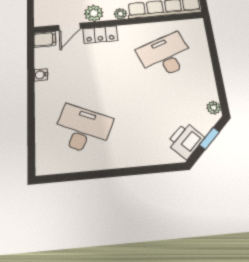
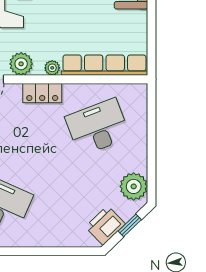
locker: (100, 35) -> (42, 93), moved
plant: (214, 108) -> (134, 186), width x1.87, depth x1.87

